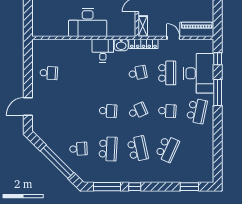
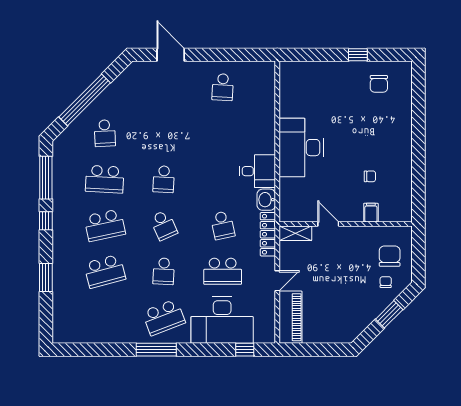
window: (218, 93) -> (156, 350), moved
school desk: (197, 111) -> (164, 317), turned -33
school desk: (167, 149) -> (105, 271), turned -39
window: (189, 187) -> (46, 277), moved

